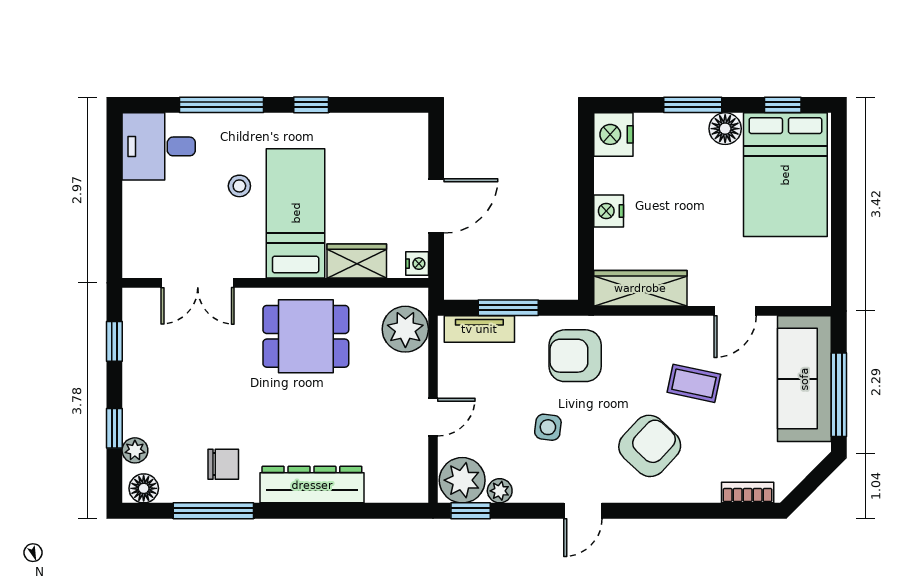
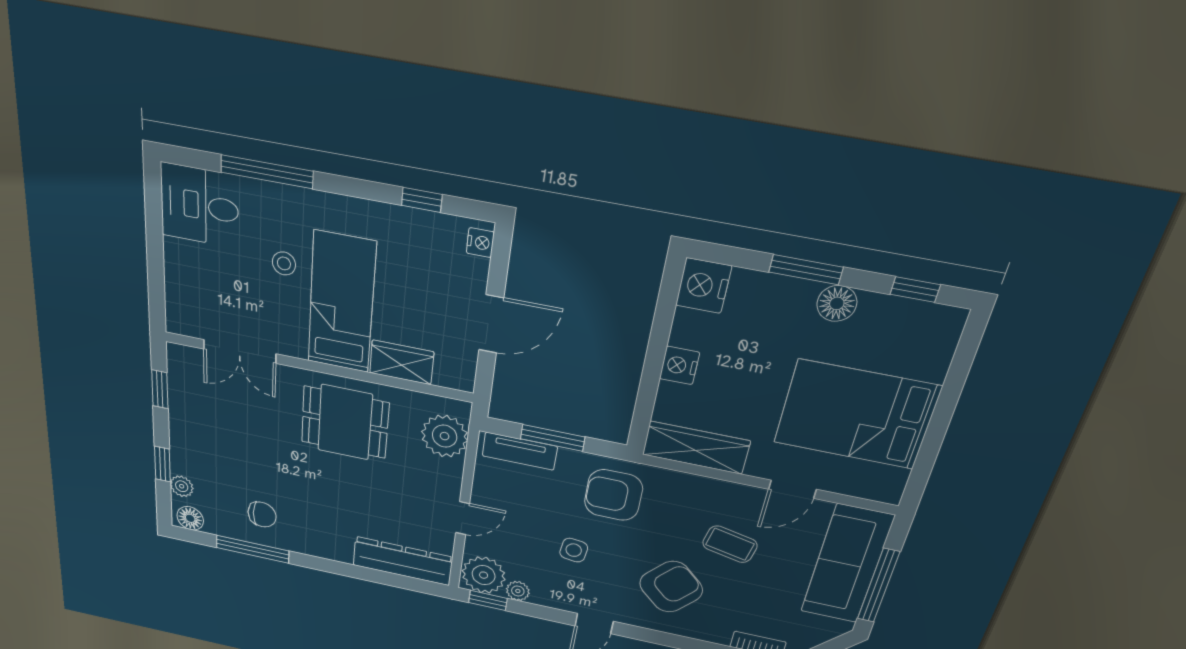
window: (311, 105) -> (422, 200), moved
bed: (785, 175) -> (856, 415), moved, turned 90
nightstand: (417, 264) -> (480, 243), moved
dresser: (312, 485) -> (403, 561), moved

